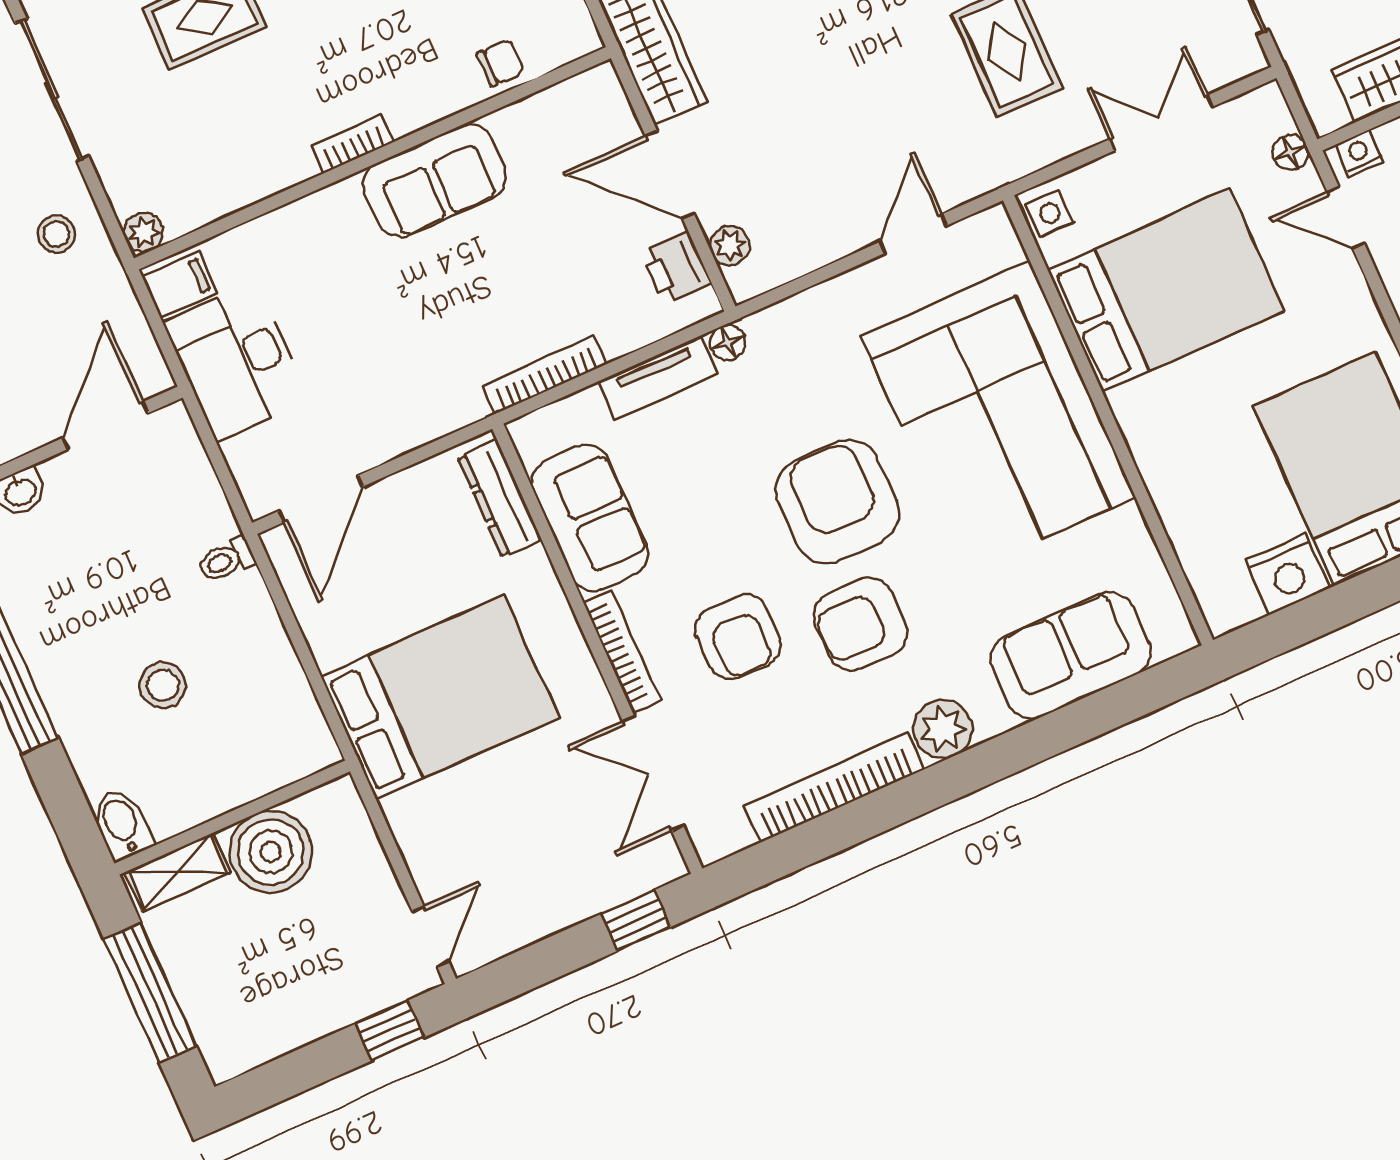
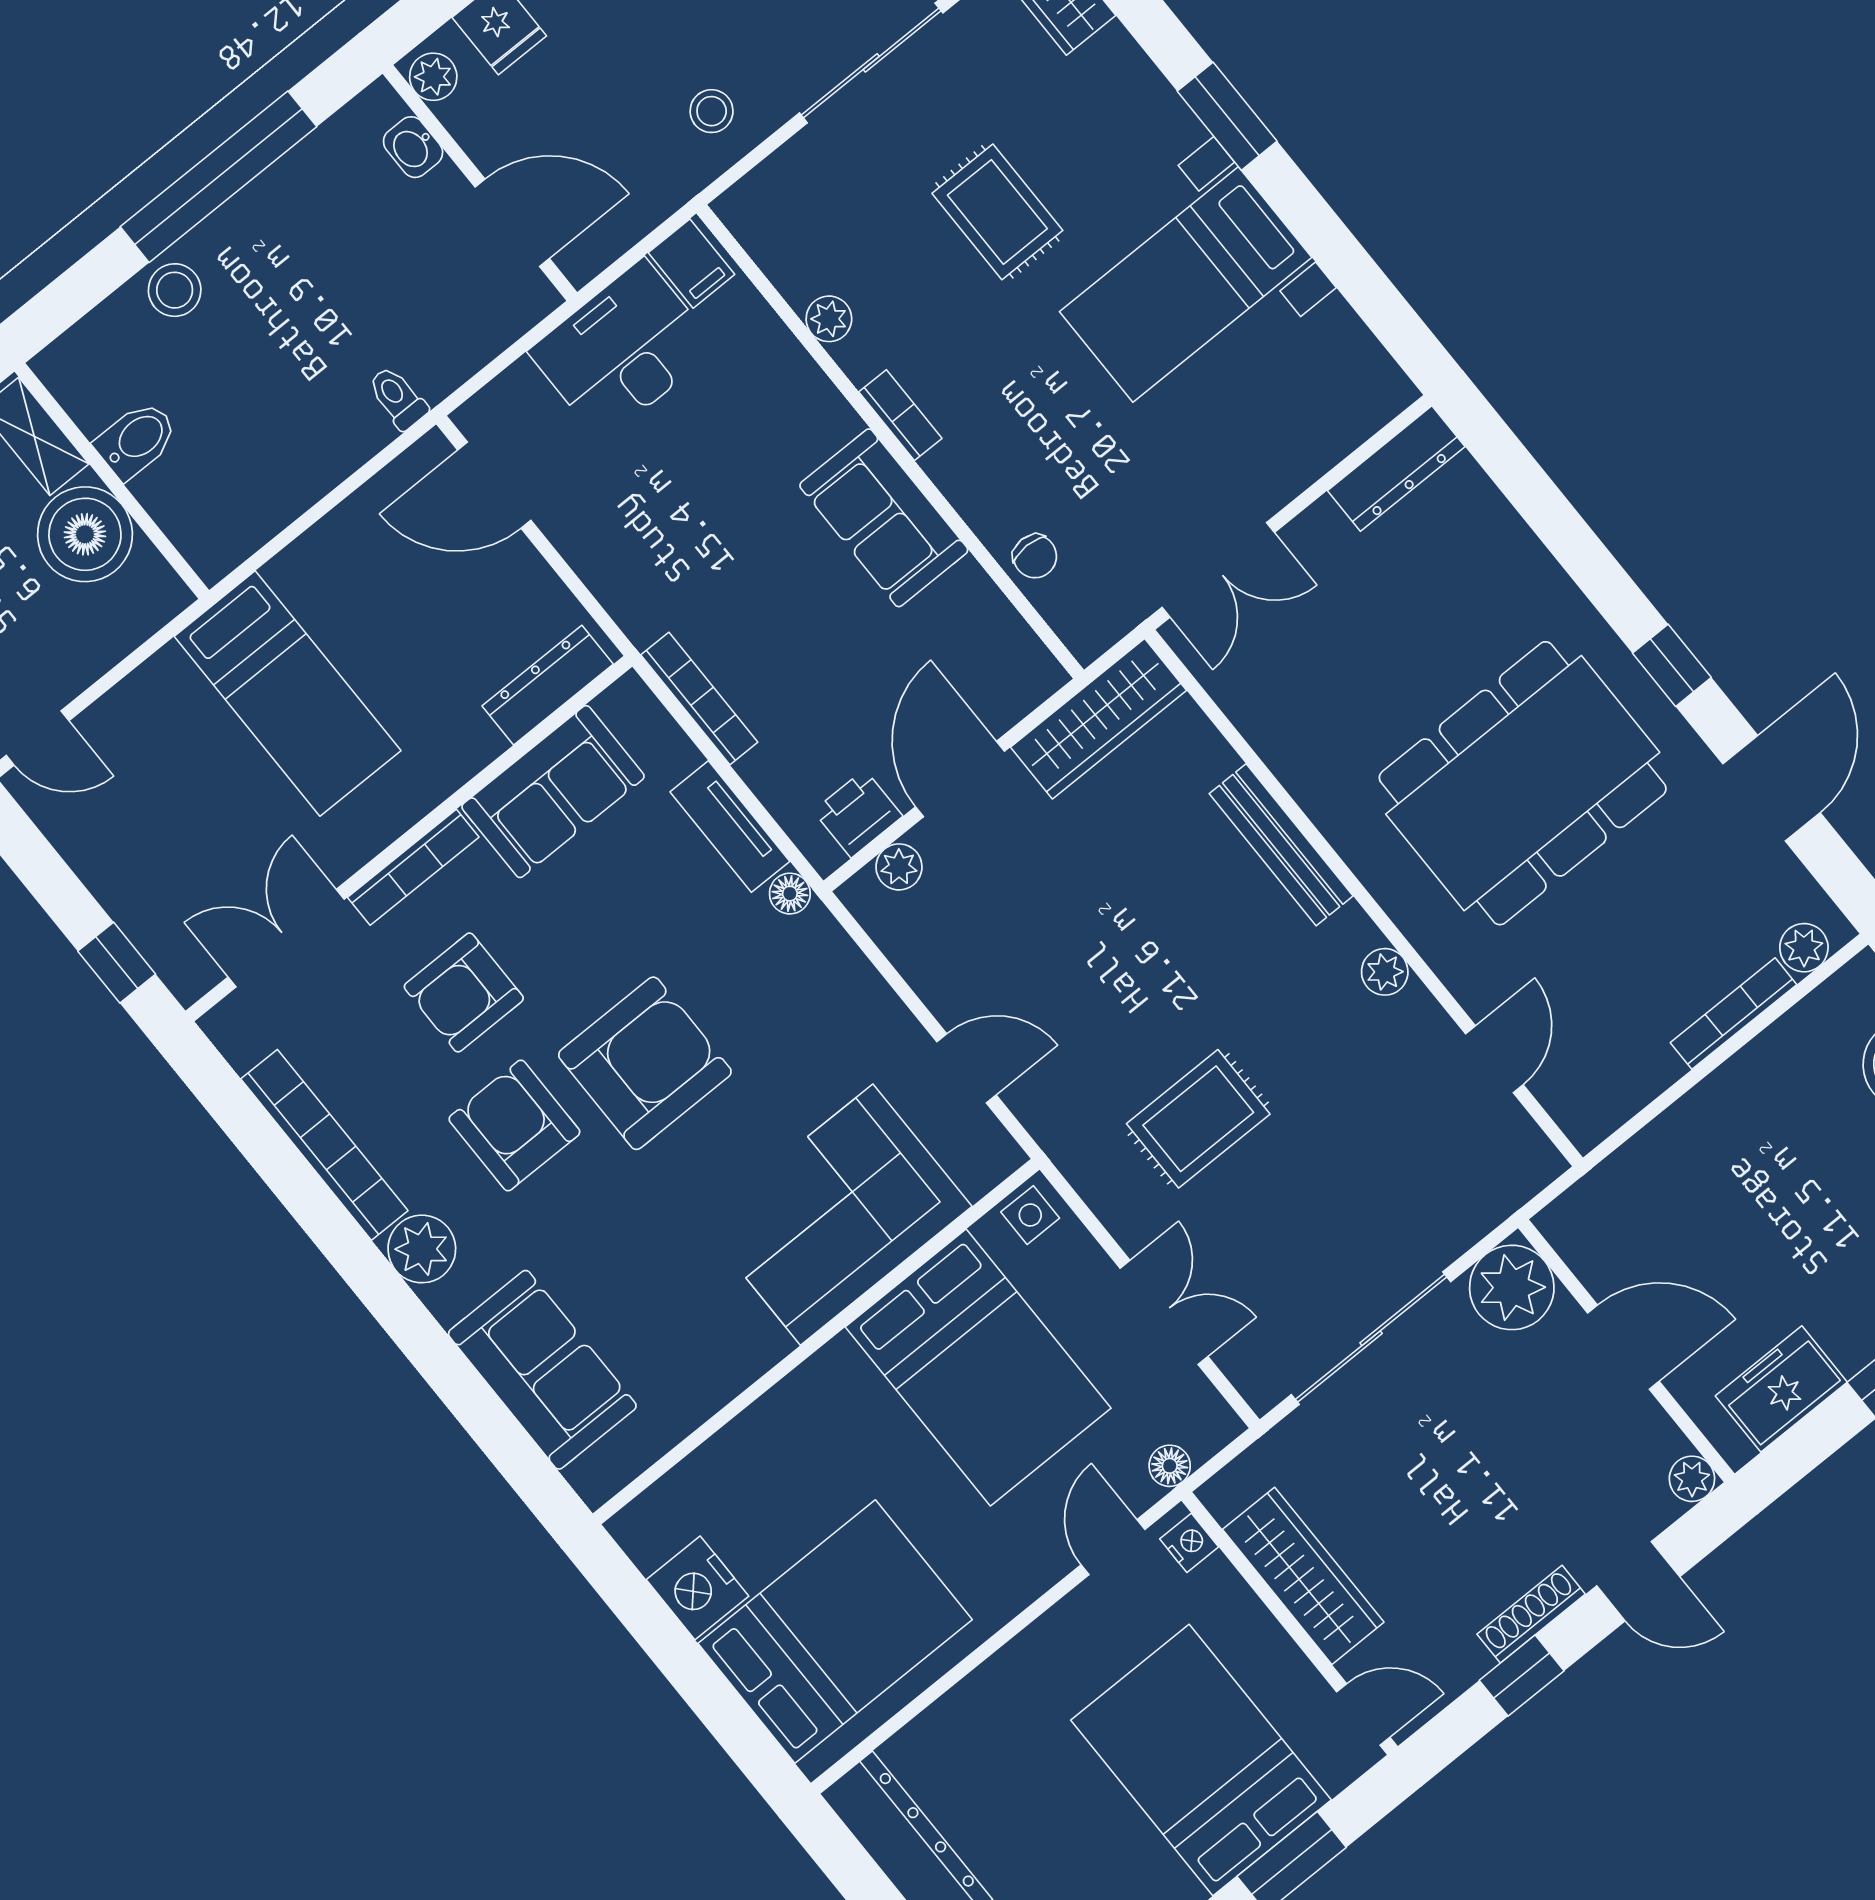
plant: (144, 232) -> (829, 319), moved
corner sofa: (998, 416) -> (837, 1215), width x0.73, depth x0.74
stool: (163, 685) -> (175, 290), moved
bed: (440, 697) -> (288, 694), width x0.67
bidet: (122, 824) -> (137, 440), moved

